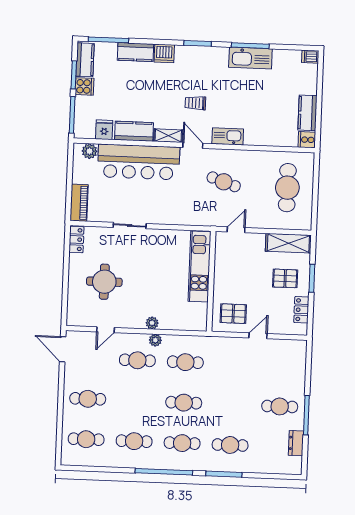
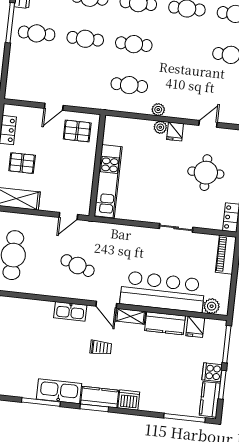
kitchen counter: (136, 52) -> (100, 397), moved
kitchen sink: (250, 58) -> (59, 391), moved
fridge: (137, 320) -> (175, 131), added
cafe table: (137, 360) -> (85, 39), moved

